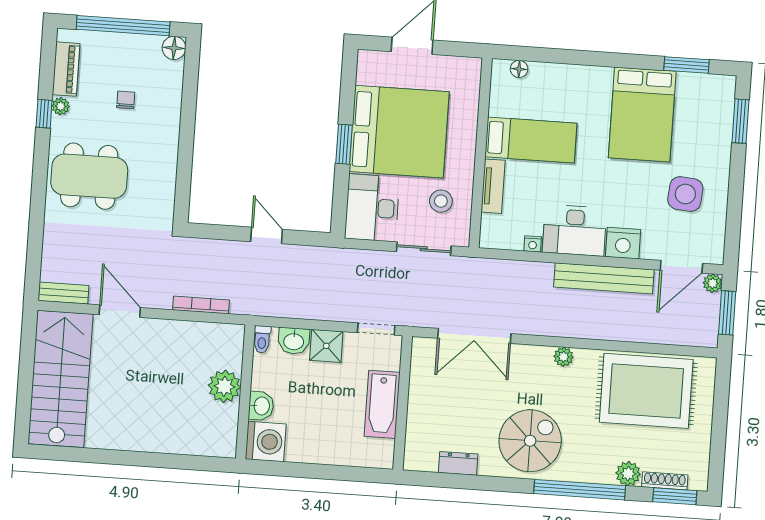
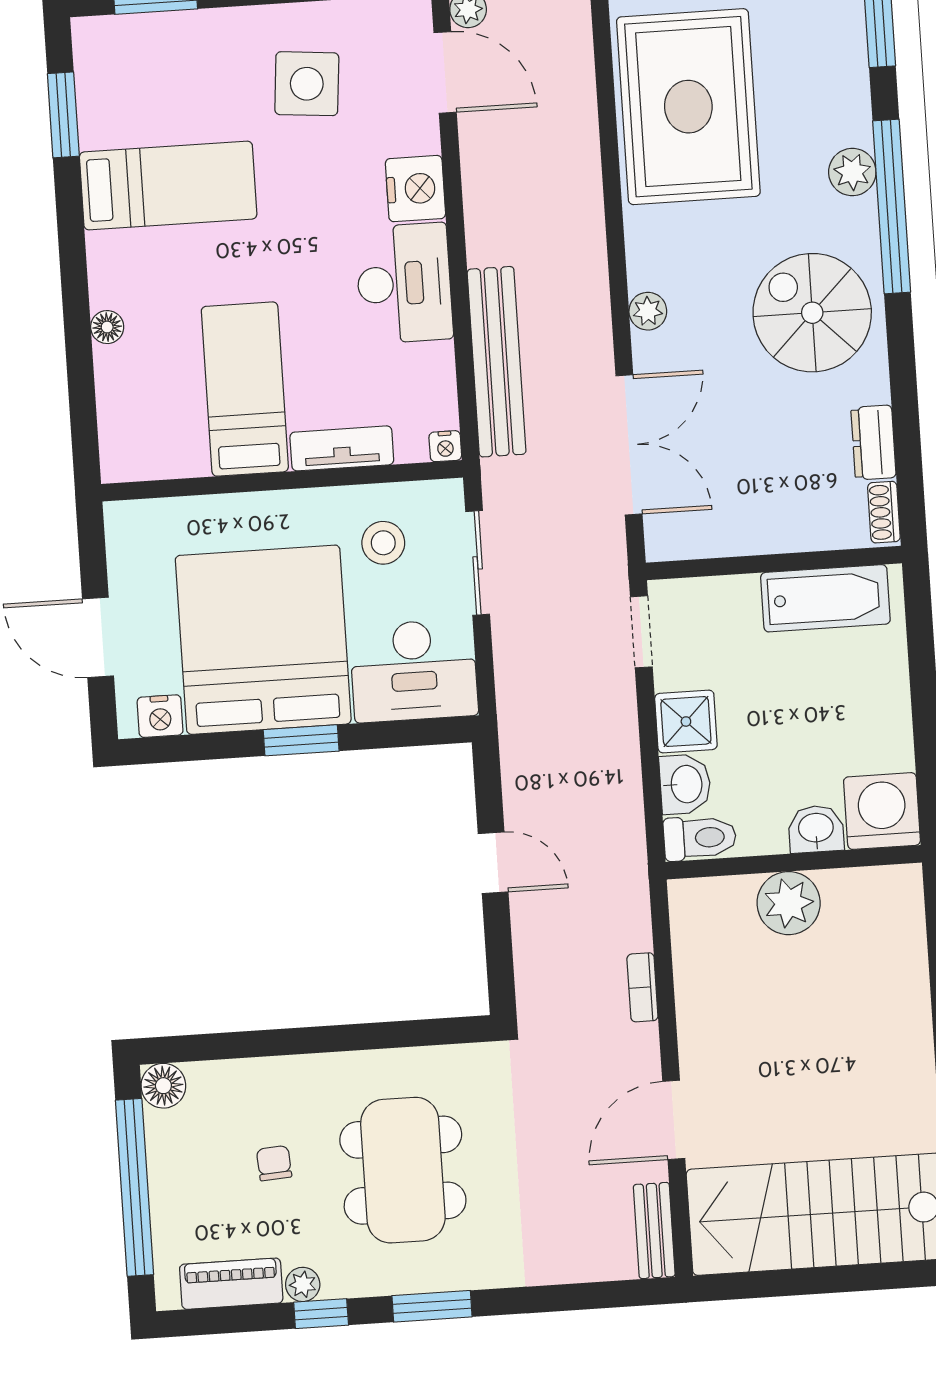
floor lamp: (519, 69) -> (107, 327), moved
nightstand: (367, 73) -> (160, 716), added
chair: (126, 100) -> (274, 1163), turned 86
bed: (642, 115) -> (168, 186), width x0.67
window: (40, 172) -> (432, 1306), added
dining table: (89, 176) -> (403, 1170), moved
door: (267, 235) -> (493, 863), swing flipped
nightstand: (533, 244) -> (445, 446), moved, turned 90
bench: (604, 278) -> (497, 362), moved
bookcase: (201, 305) -> (642, 987), width x0.64
toilet: (262, 339) -> (700, 838), width x1.37, depth x1.39
plant: (564, 357) -> (648, 311), moved
bathtub: (382, 404) -> (825, 598), moved
plant: (628, 474) -> (852, 172), moved
shoe rack: (665, 481) -> (884, 512), moved, width x0.70

